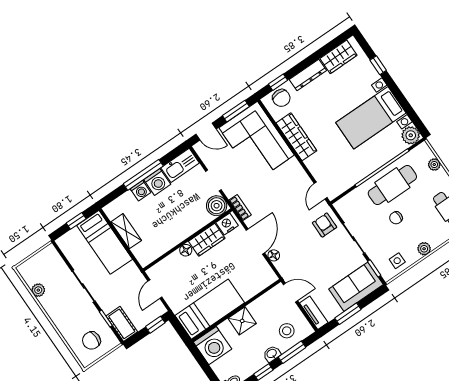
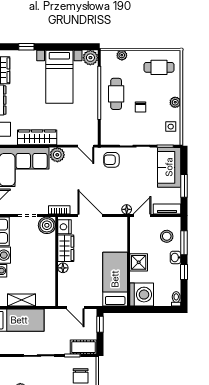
plant: (293, 168) -> (57, 155), added
cafe table: (392, 185) -> (116, 94), width x0.73, depth x0.74
floor lamp: (274, 255) -> (127, 209), moved

